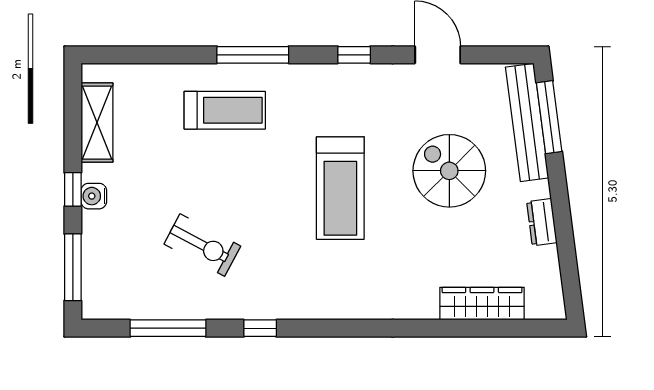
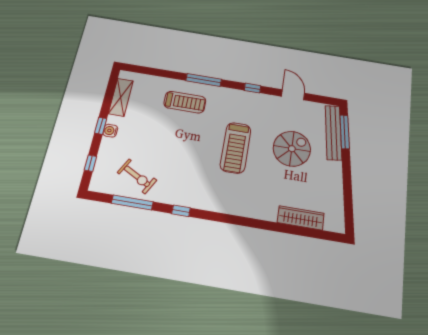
spiral stairs: (449, 171) -> (292, 149), turned 90
dresser: (542, 222) -> (336, 182), removed
exercise bike: (202, 245) -> (137, 176), moved
window: (73, 267) -> (90, 163), width x0.46

